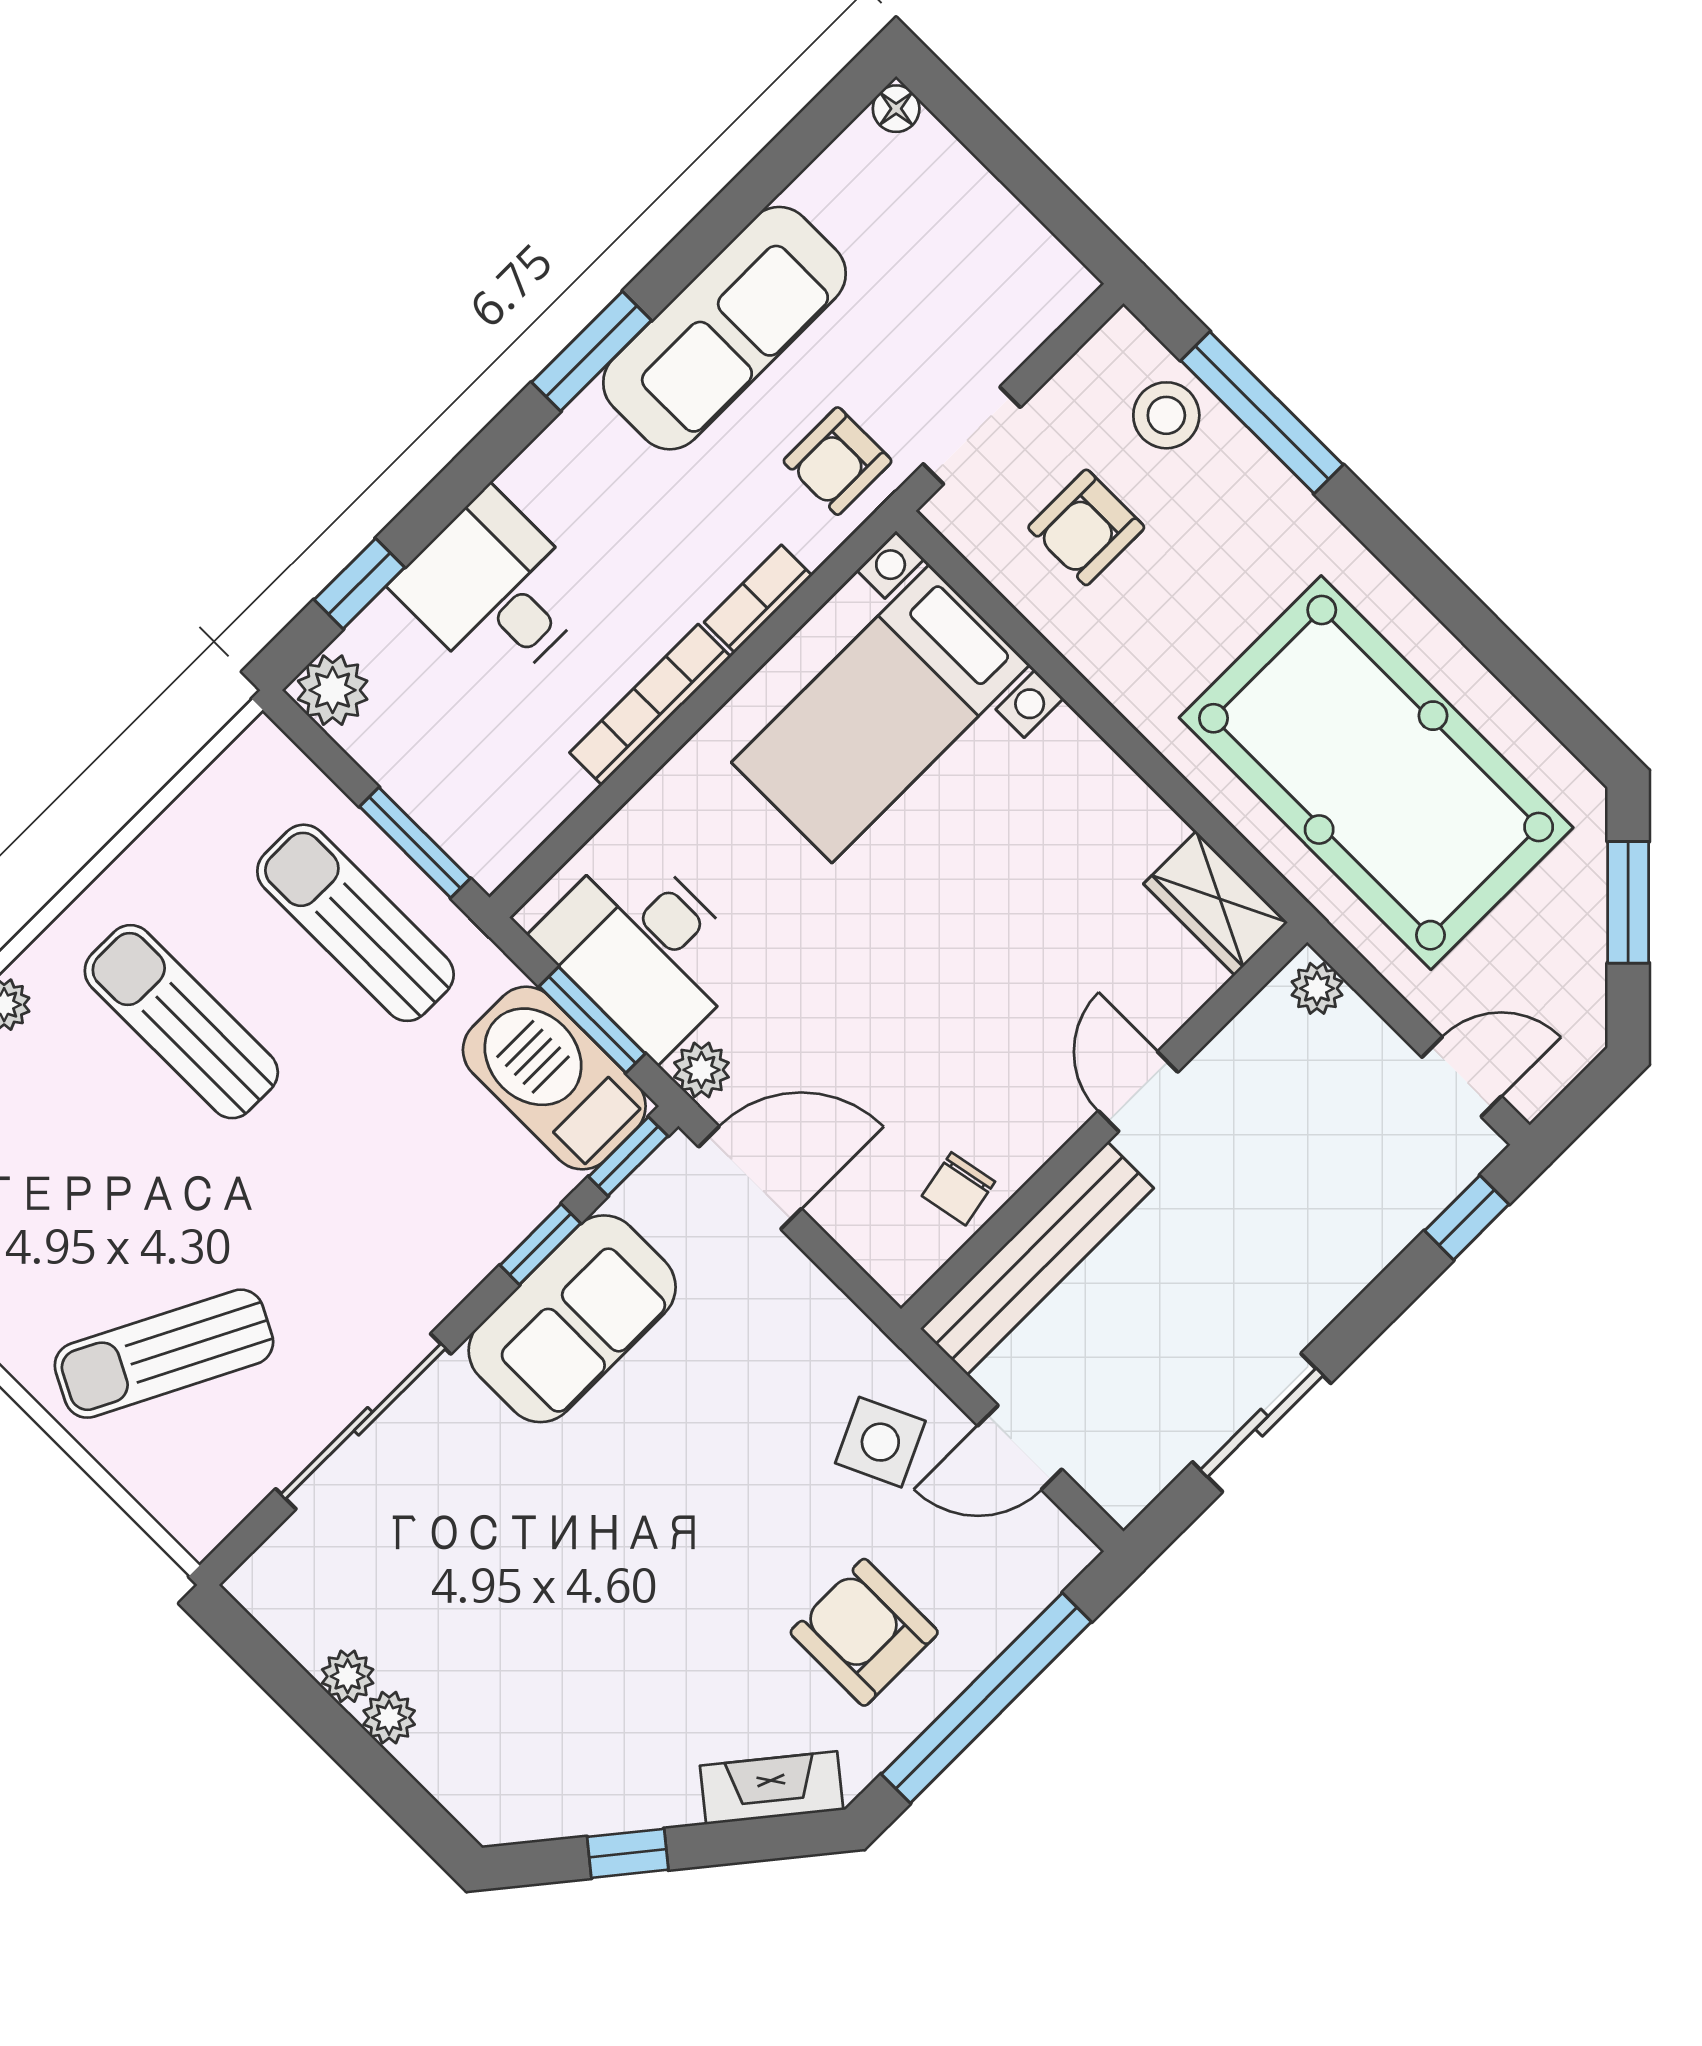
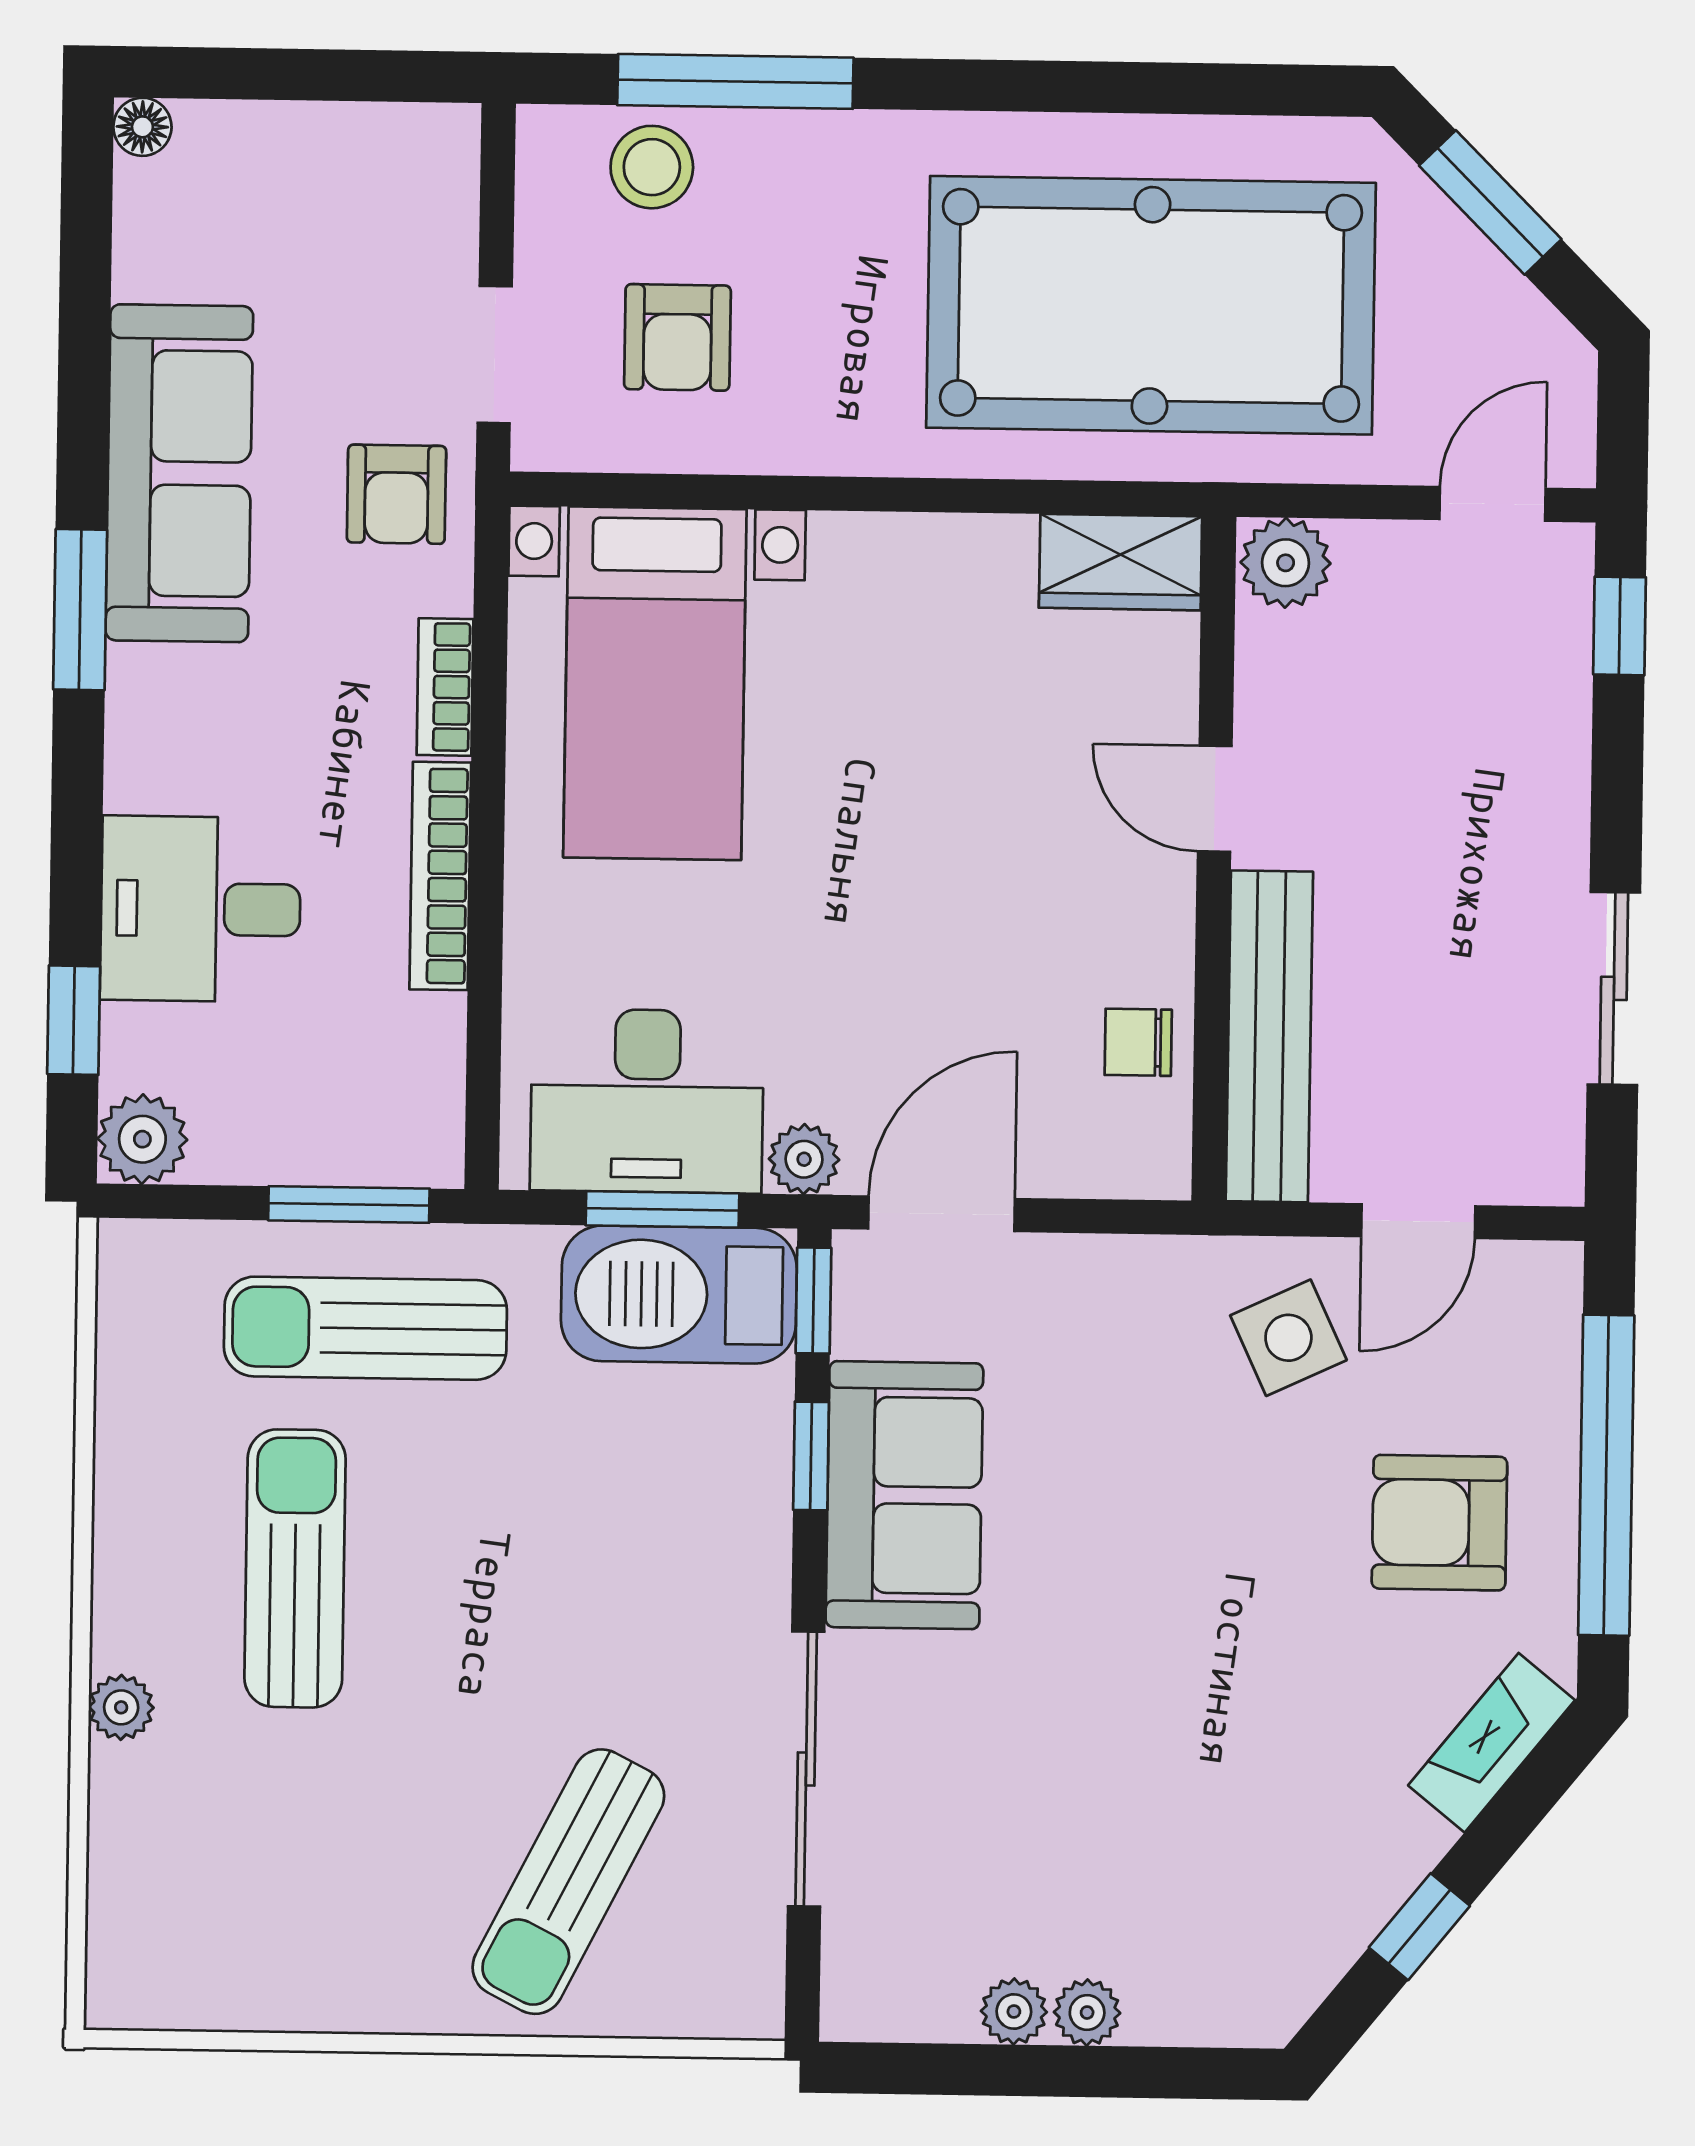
plant: (1317, 988) -> (1286, 563), width x1.38, depth x1.38
sun lounger: (181, 1022) -> (295, 1568), turned 90
chair: (958, 1189) -> (1138, 1042), turned 101

